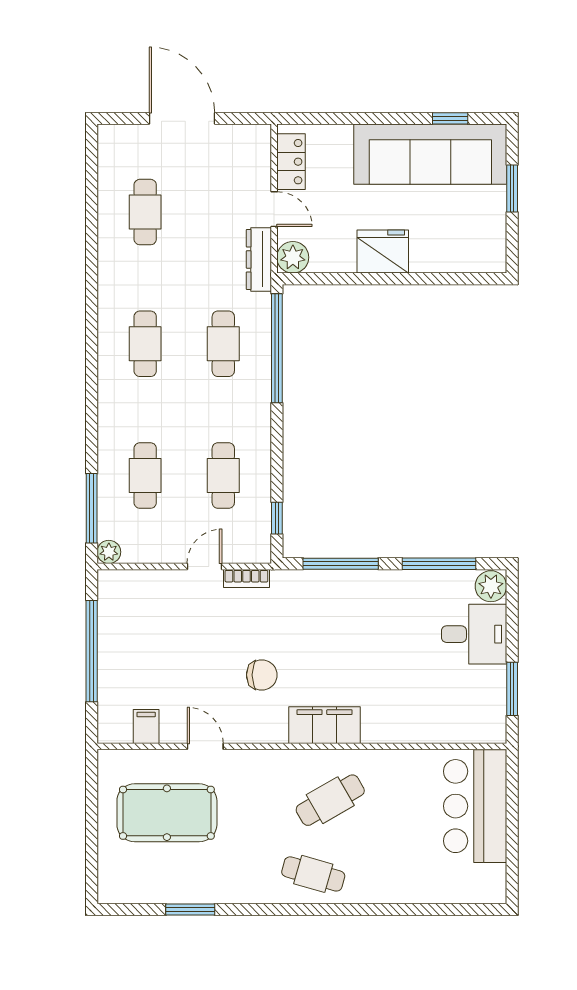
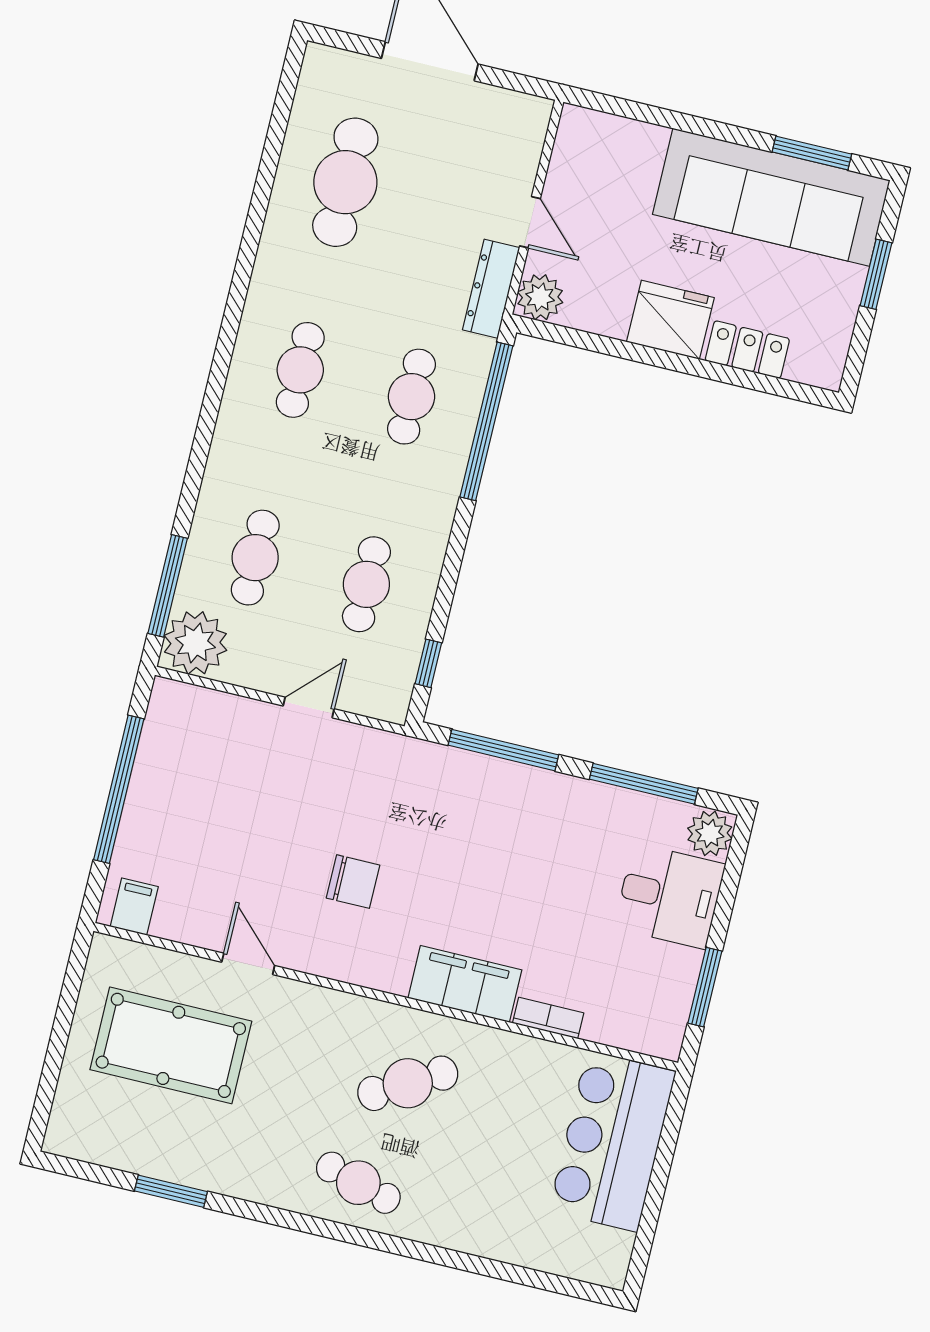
window: (450, 118) -> (812, 153), width x1.50
locker: (291, 162) -> (747, 350), moved, turned -90
cafe table: (145, 212) -> (345, 182), width x1.37, depth x1.35
plant: (109, 552) -> (195, 643), width x1.87, depth x1.87
bookcase: (246, 578) -> (548, 1018), moved, turned 180
filing cabinet: (324, 725) -> (465, 984), moved
filing cabinet: (146, 726) -> (134, 907), moved

